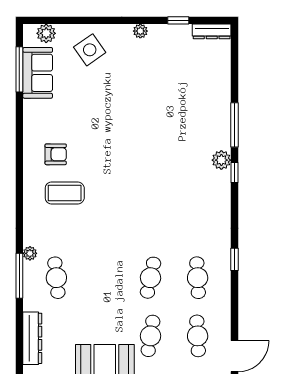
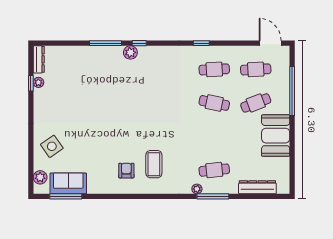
plant: (140, 31) -> (38, 82), moved
cafe table: (150, 336) -> (256, 103), turned -30

